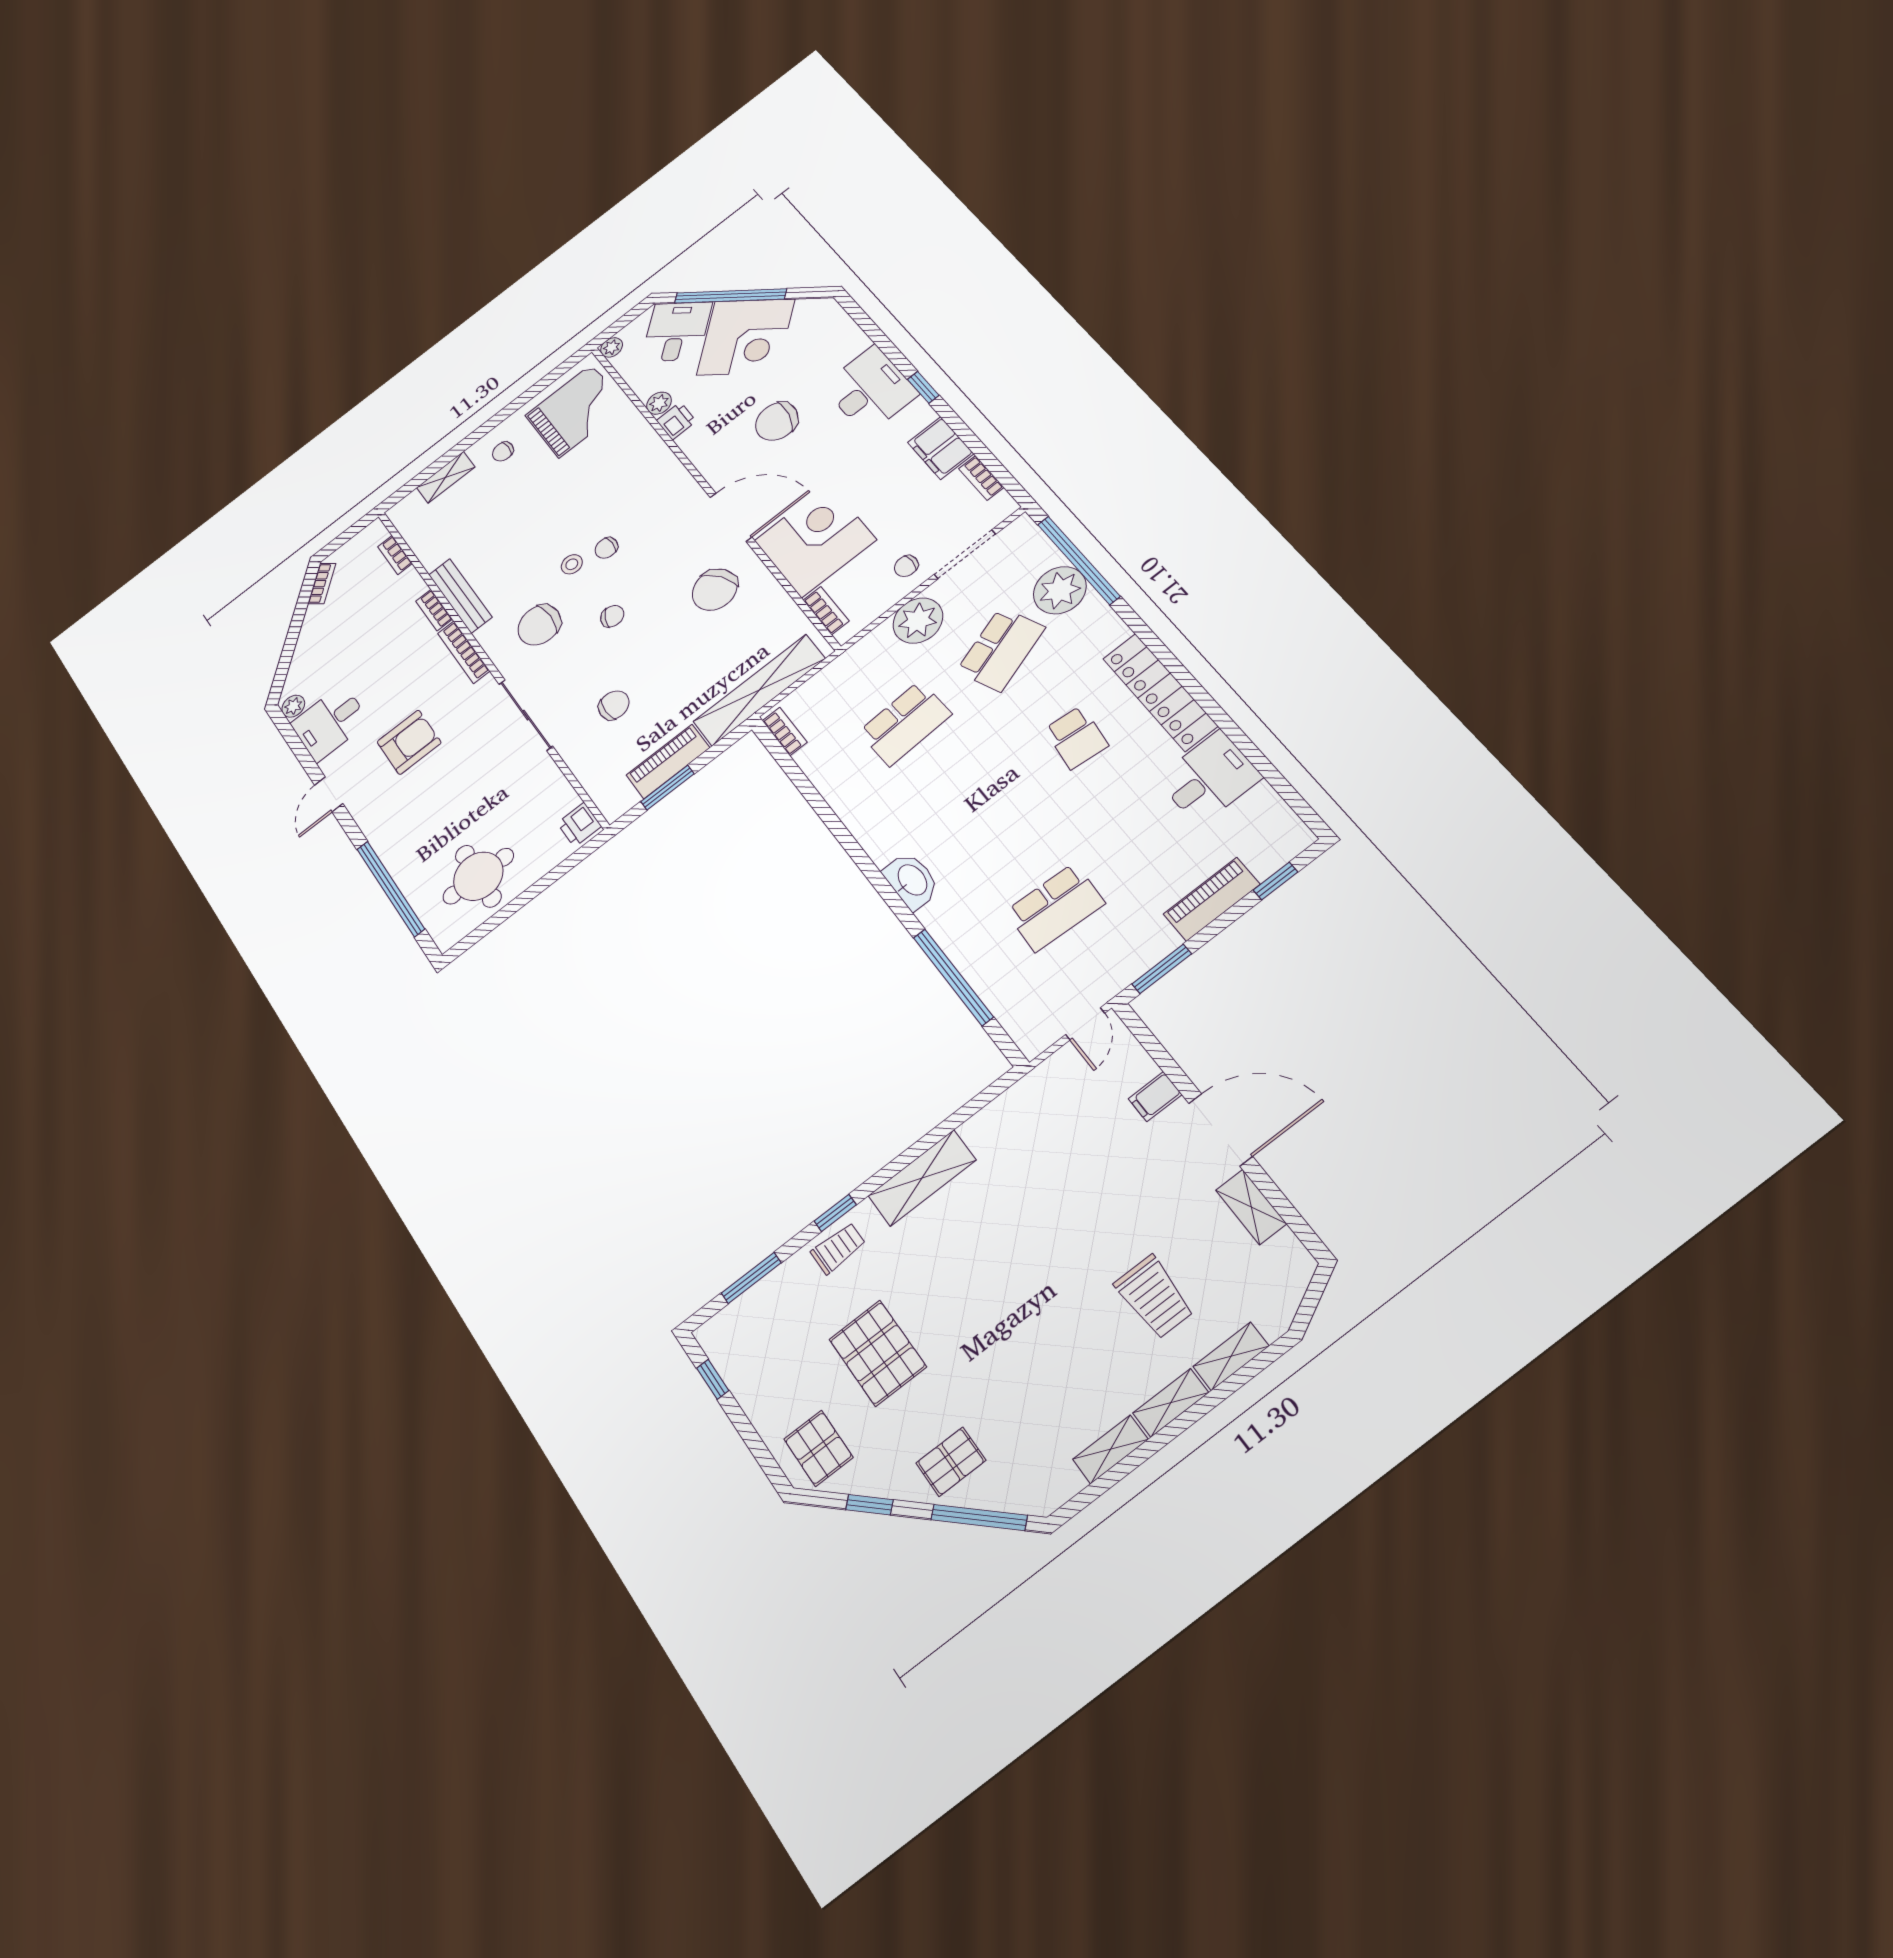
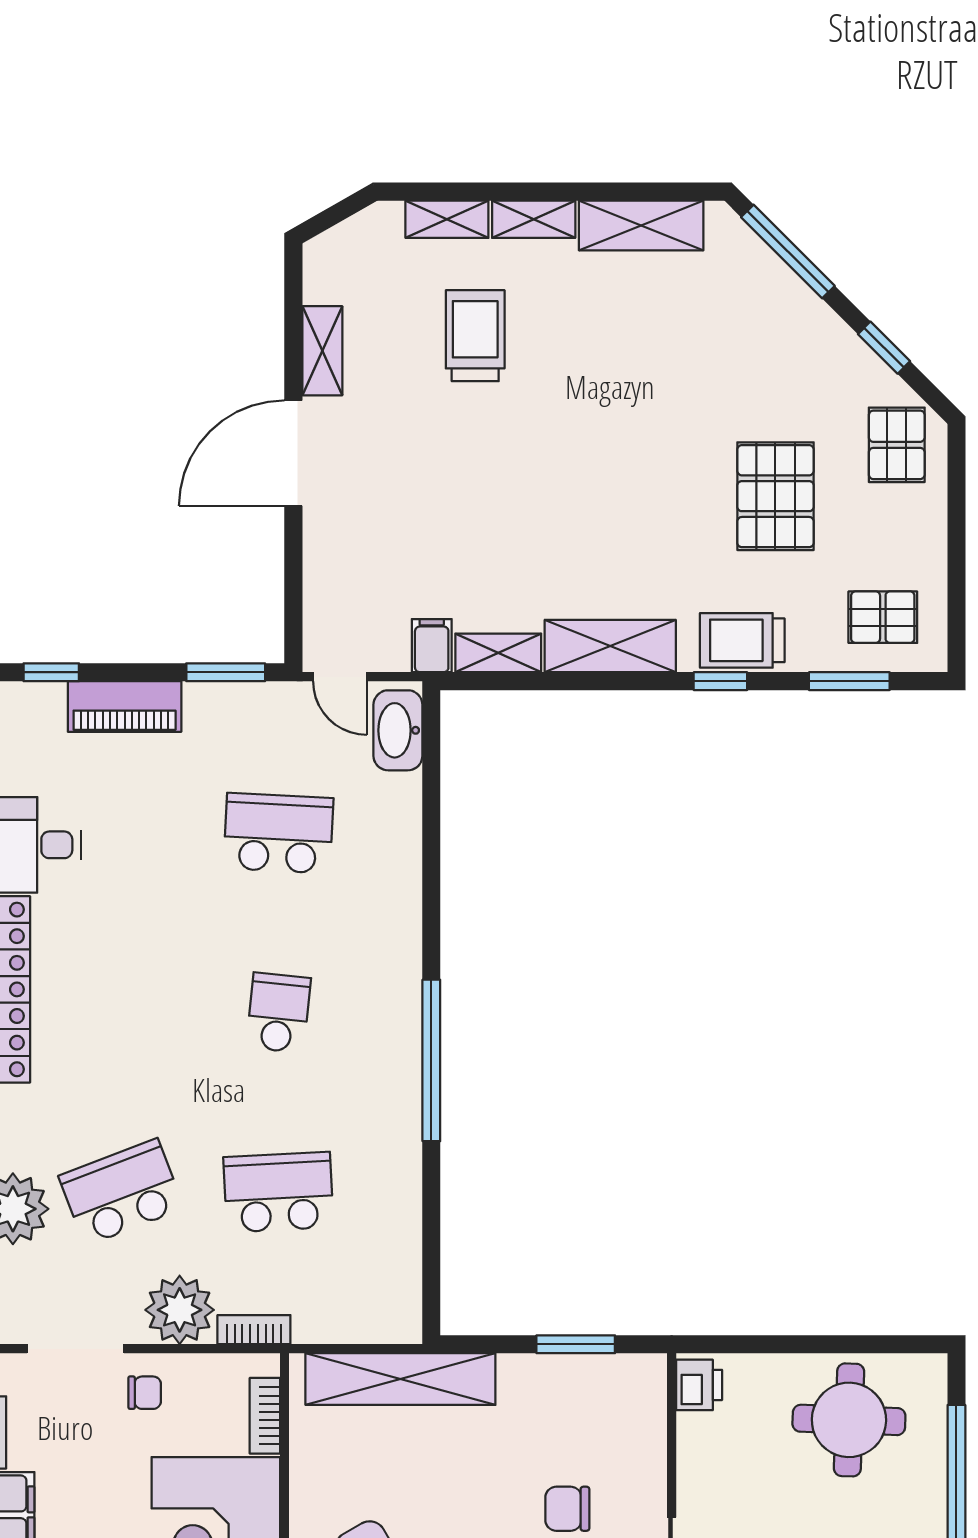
bookcase: (785, 731) -> (254, 1330), moved, turned 90
school desk: (1076, 737) -> (278, 1013), moved
piano: (668, 761) -> (554, 1378), removed
washbasin: (911, 881) -> (398, 730), moved
window: (953, 977) -> (431, 1060), moved
door: (1085, 1024) -> (340, 677), swing flipped
filing cabinet: (1155, 1097) -> (432, 646), moved, turned -90
shelving: (992, 1117) -> (498, 653), added
door: (1221, 1130) -> (293, 453), hinge flipped
trolley: (838, 1248) -> (742, 640), width x1.36, depth x1.39
window: (713, 1379) -> (956, 603), removed
shelving: (1110, 1449) -> (641, 225), width x1.50, depth x1.33
pallet: (951, 1462) -> (883, 617), moved

